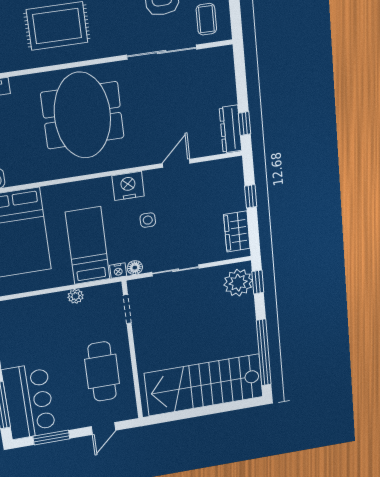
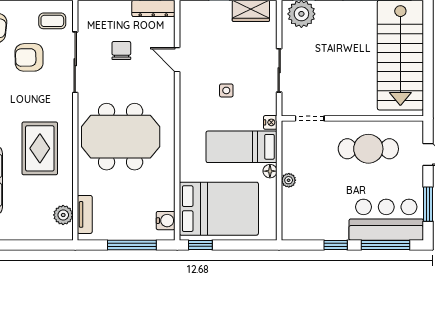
chair: (180, 101) -> (121, 51), added
nightstand: (128, 186) -> (191, 104), removed
floor lamp: (135, 268) -> (270, 171), moved
plant: (76, 296) -> (289, 180), moved

